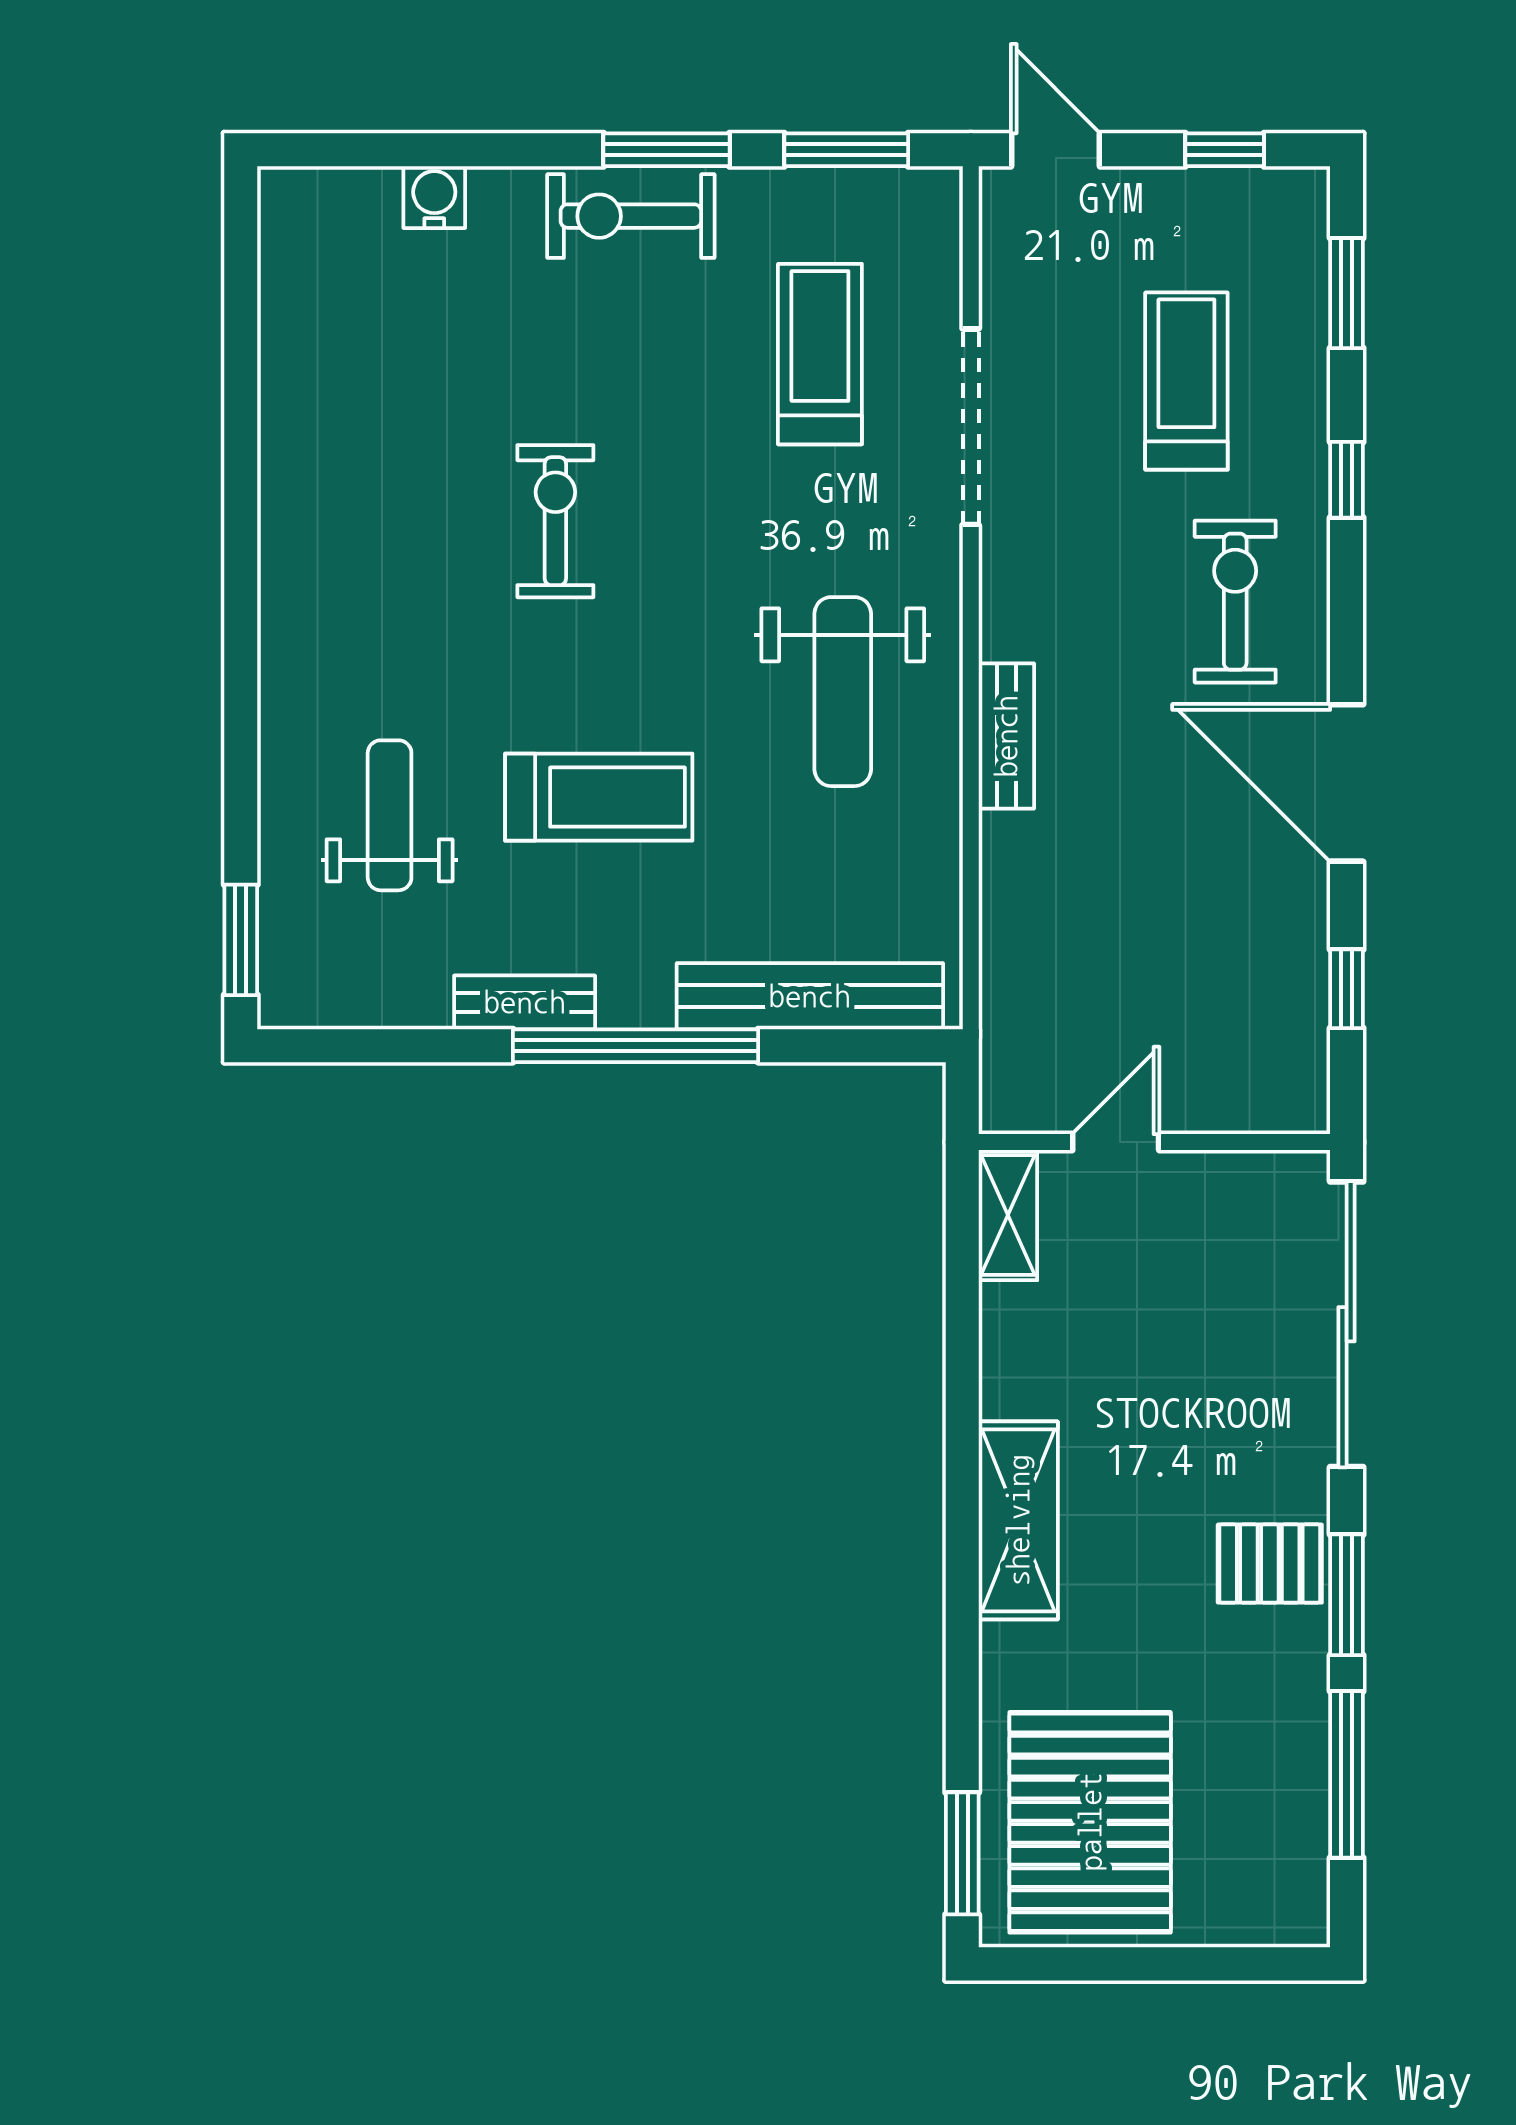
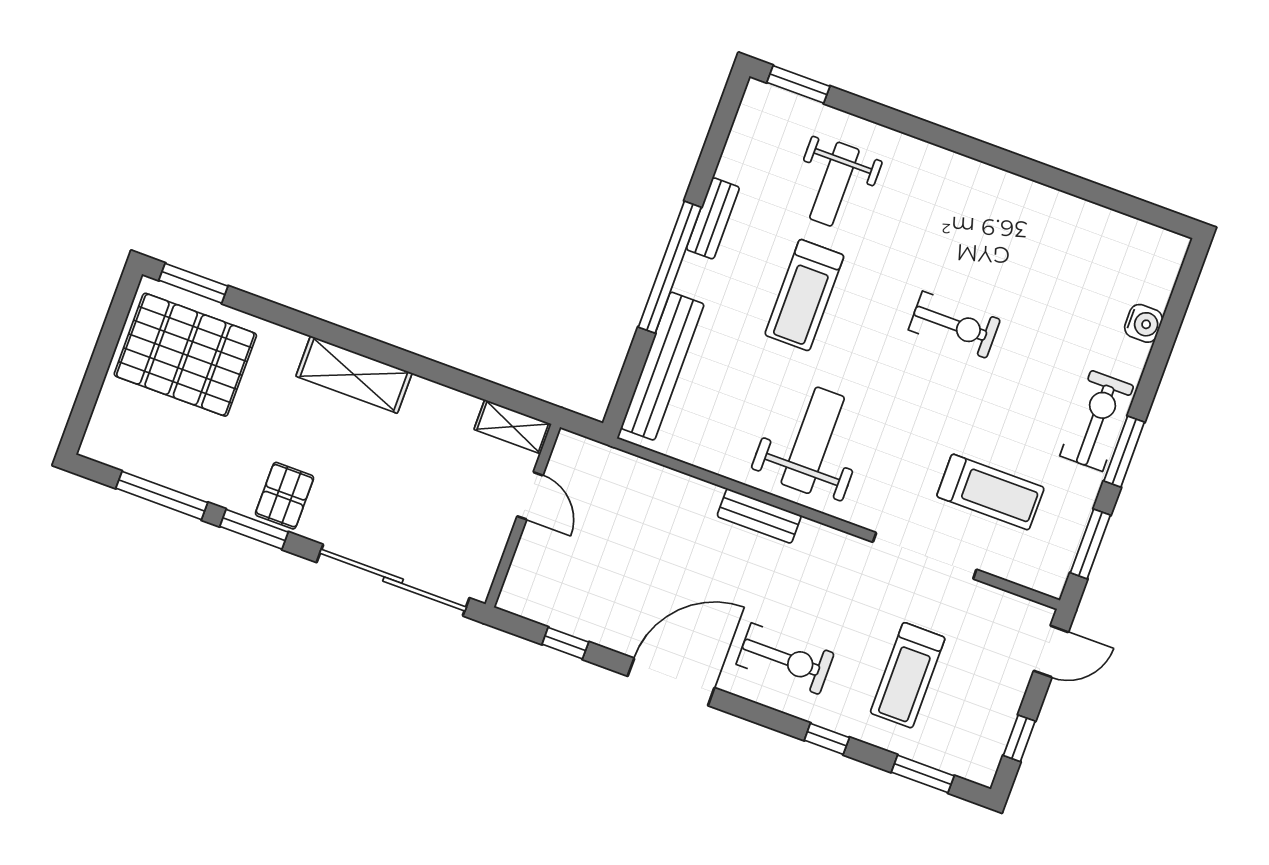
treadmill: (1186, 381) -> (908, 675), turned 90
weight bench: (843, 692) -> (813, 440), turned 90
weight bench: (390, 815) -> (834, 184), turned 90

